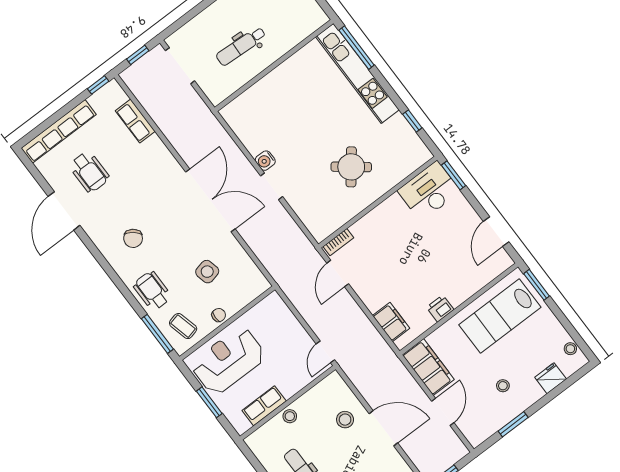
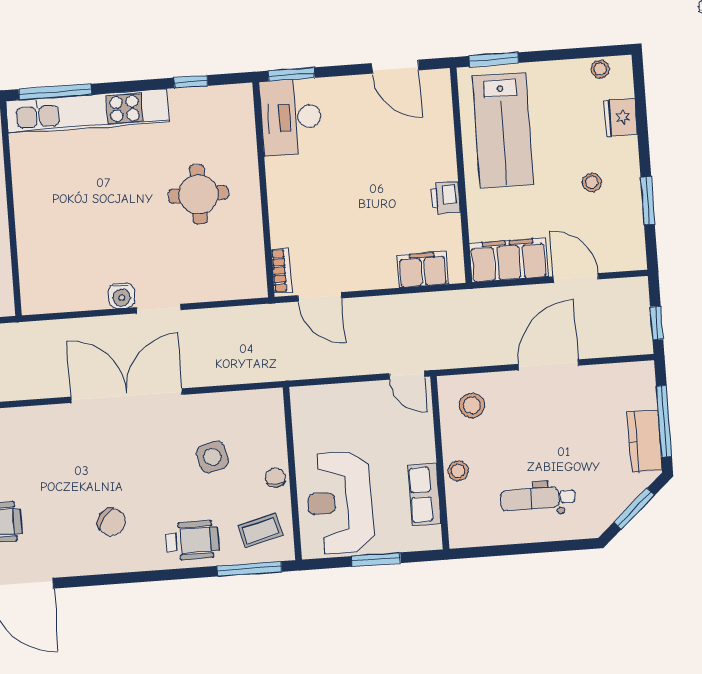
round table: (351, 167) -> (198, 194), turned -38
wheelchair: (152, 291) -> (192, 540), turned 180
stool: (345, 420) -> (472, 405), moved

